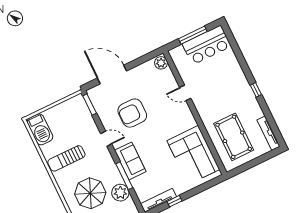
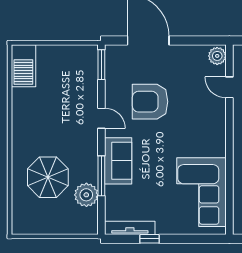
door: (185, 93) -> (229, 87), moved
sun lounger: (66, 158) -> (39, 119), removed

